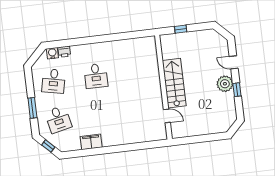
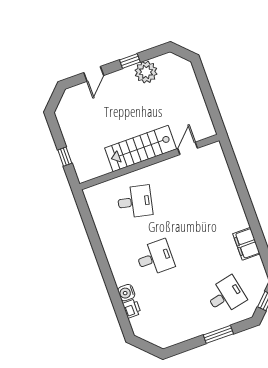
water cooler: (52, 53) -> (126, 293), moved
desk: (54, 81) -> (135, 202), moved
plant: (225, 84) -> (146, 72), moved

